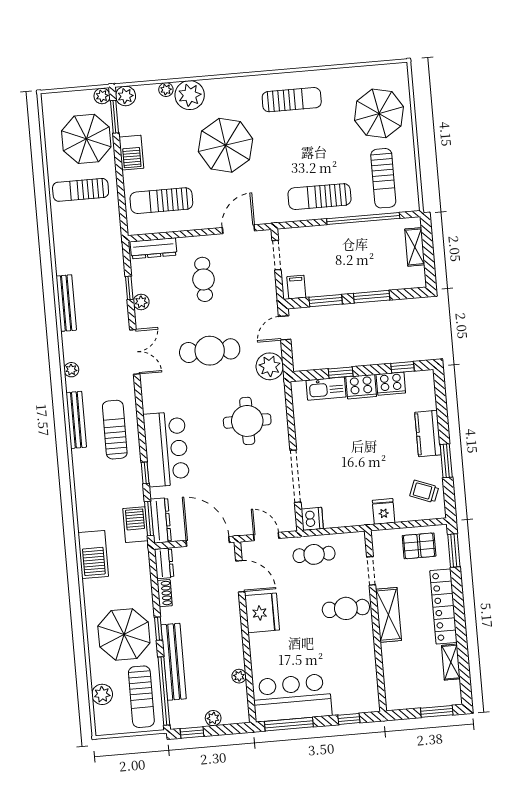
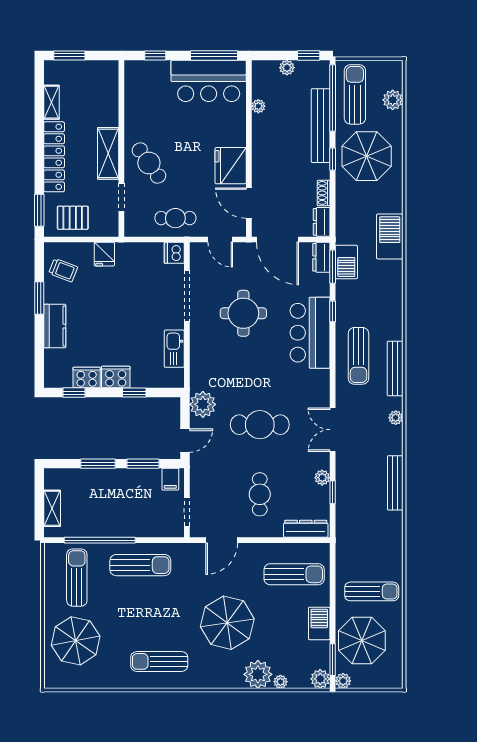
kitchen sink: (326, 389) -> (174, 349), moved, turned -90
round table: (247, 421) -> (243, 313), moved
dresser: (161, 520) -> (321, 257), width x0.70
cafe table: (346, 608) -> (149, 163), turned 55

